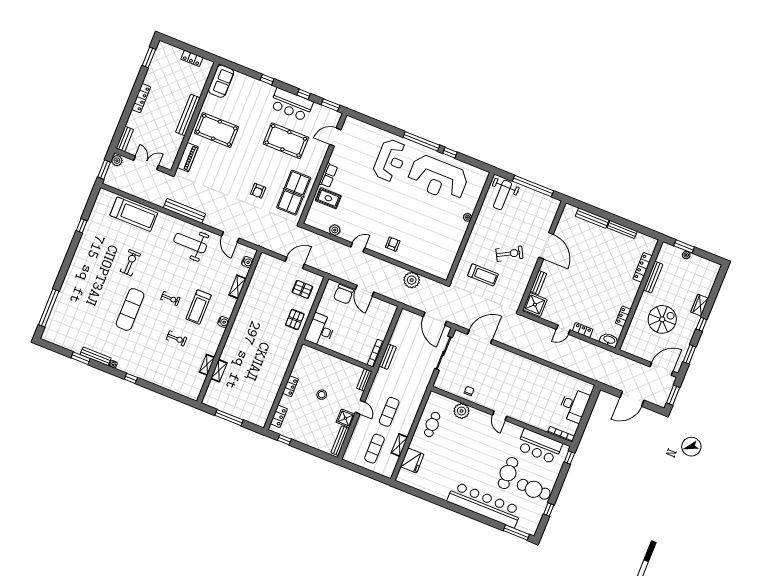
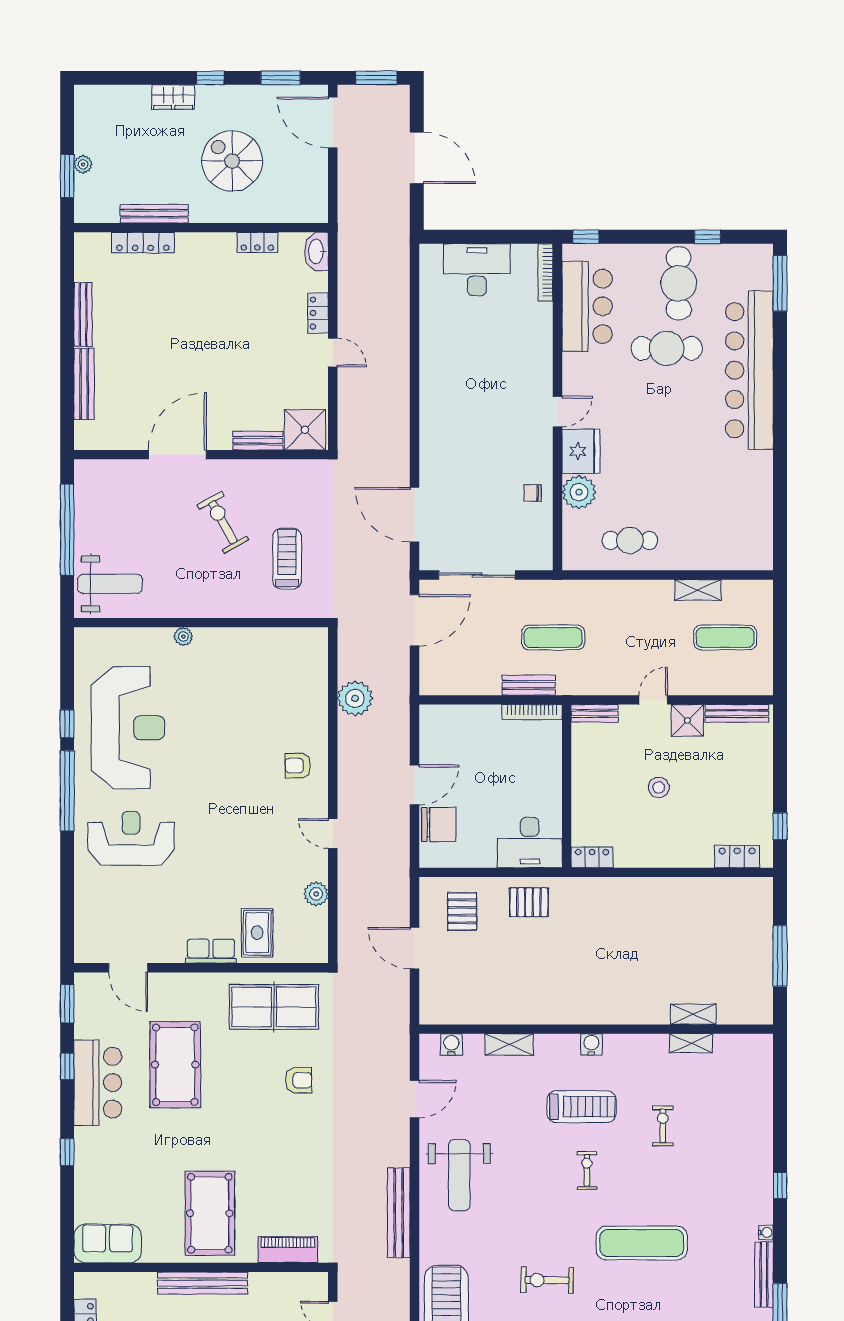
locker: (290, 386) -> (592, 857), moved
exercise mat: (389, 412) -> (553, 637), moved
fridge: (412, 461) -> (581, 451), moved, turned 90

